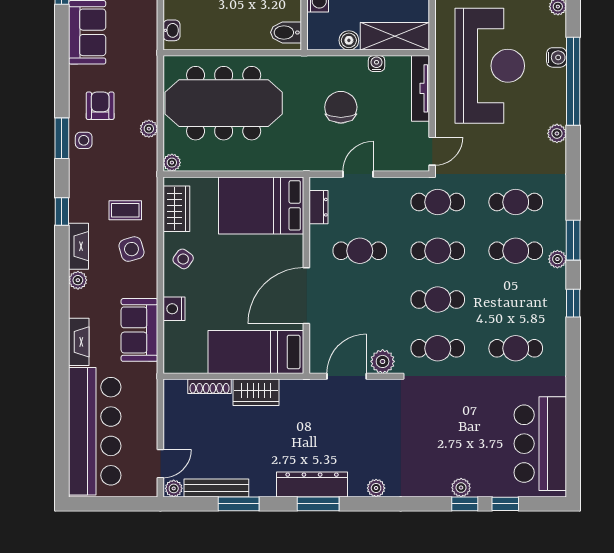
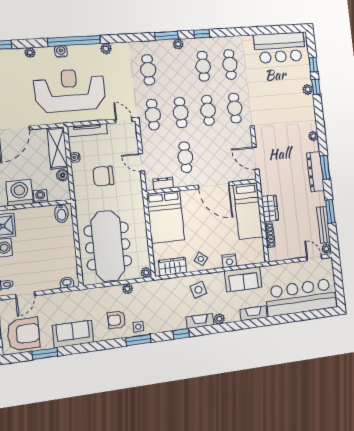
coffee table: (125, 210) -> (177, 296), removed
cafe table: (516, 251) -> (203, 66), moved
plant: (383, 361) -> (245, 139), removed

